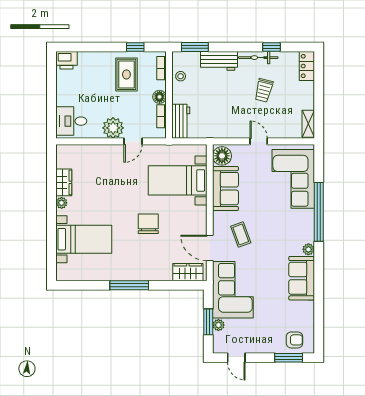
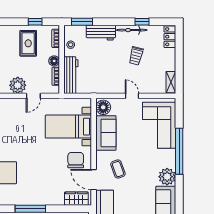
workbench: (181, 121) -> (71, 75), width x1.38
chair: (148, 224) -> (76, 160), moved
plant: (308, 249) -> (167, 177), width x1.88, depth x1.88

